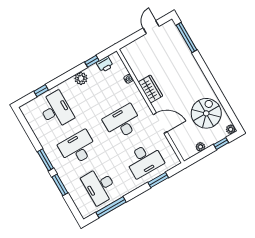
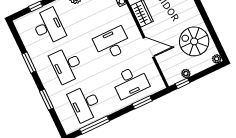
spiral stairs: (206, 113) -> (194, 41), turned -90
window: (221, 144) -> (183, 83), moved
desk: (78, 148) -> (67, 65), turned -90
window: (45, 160) -> (29, 63), moved

